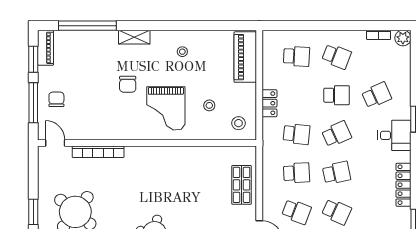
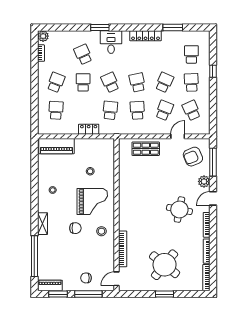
stool: (238, 123) -> (101, 231), moved

